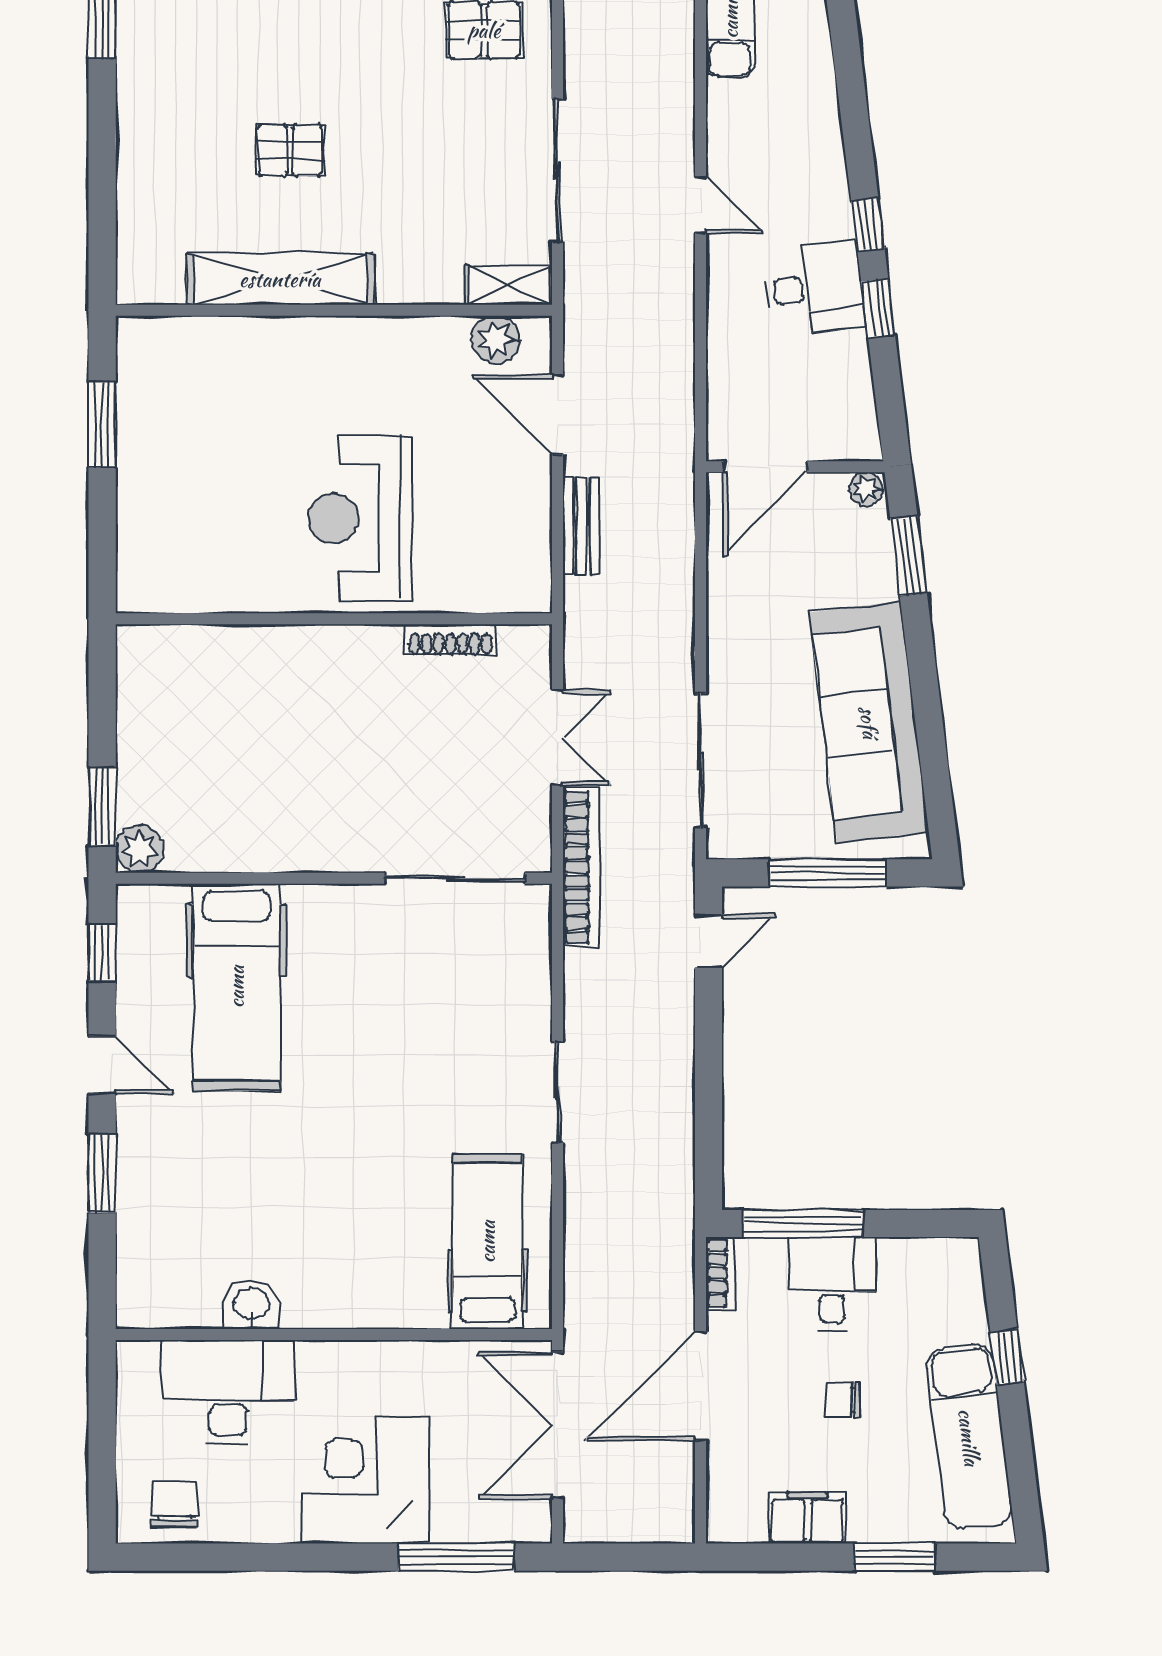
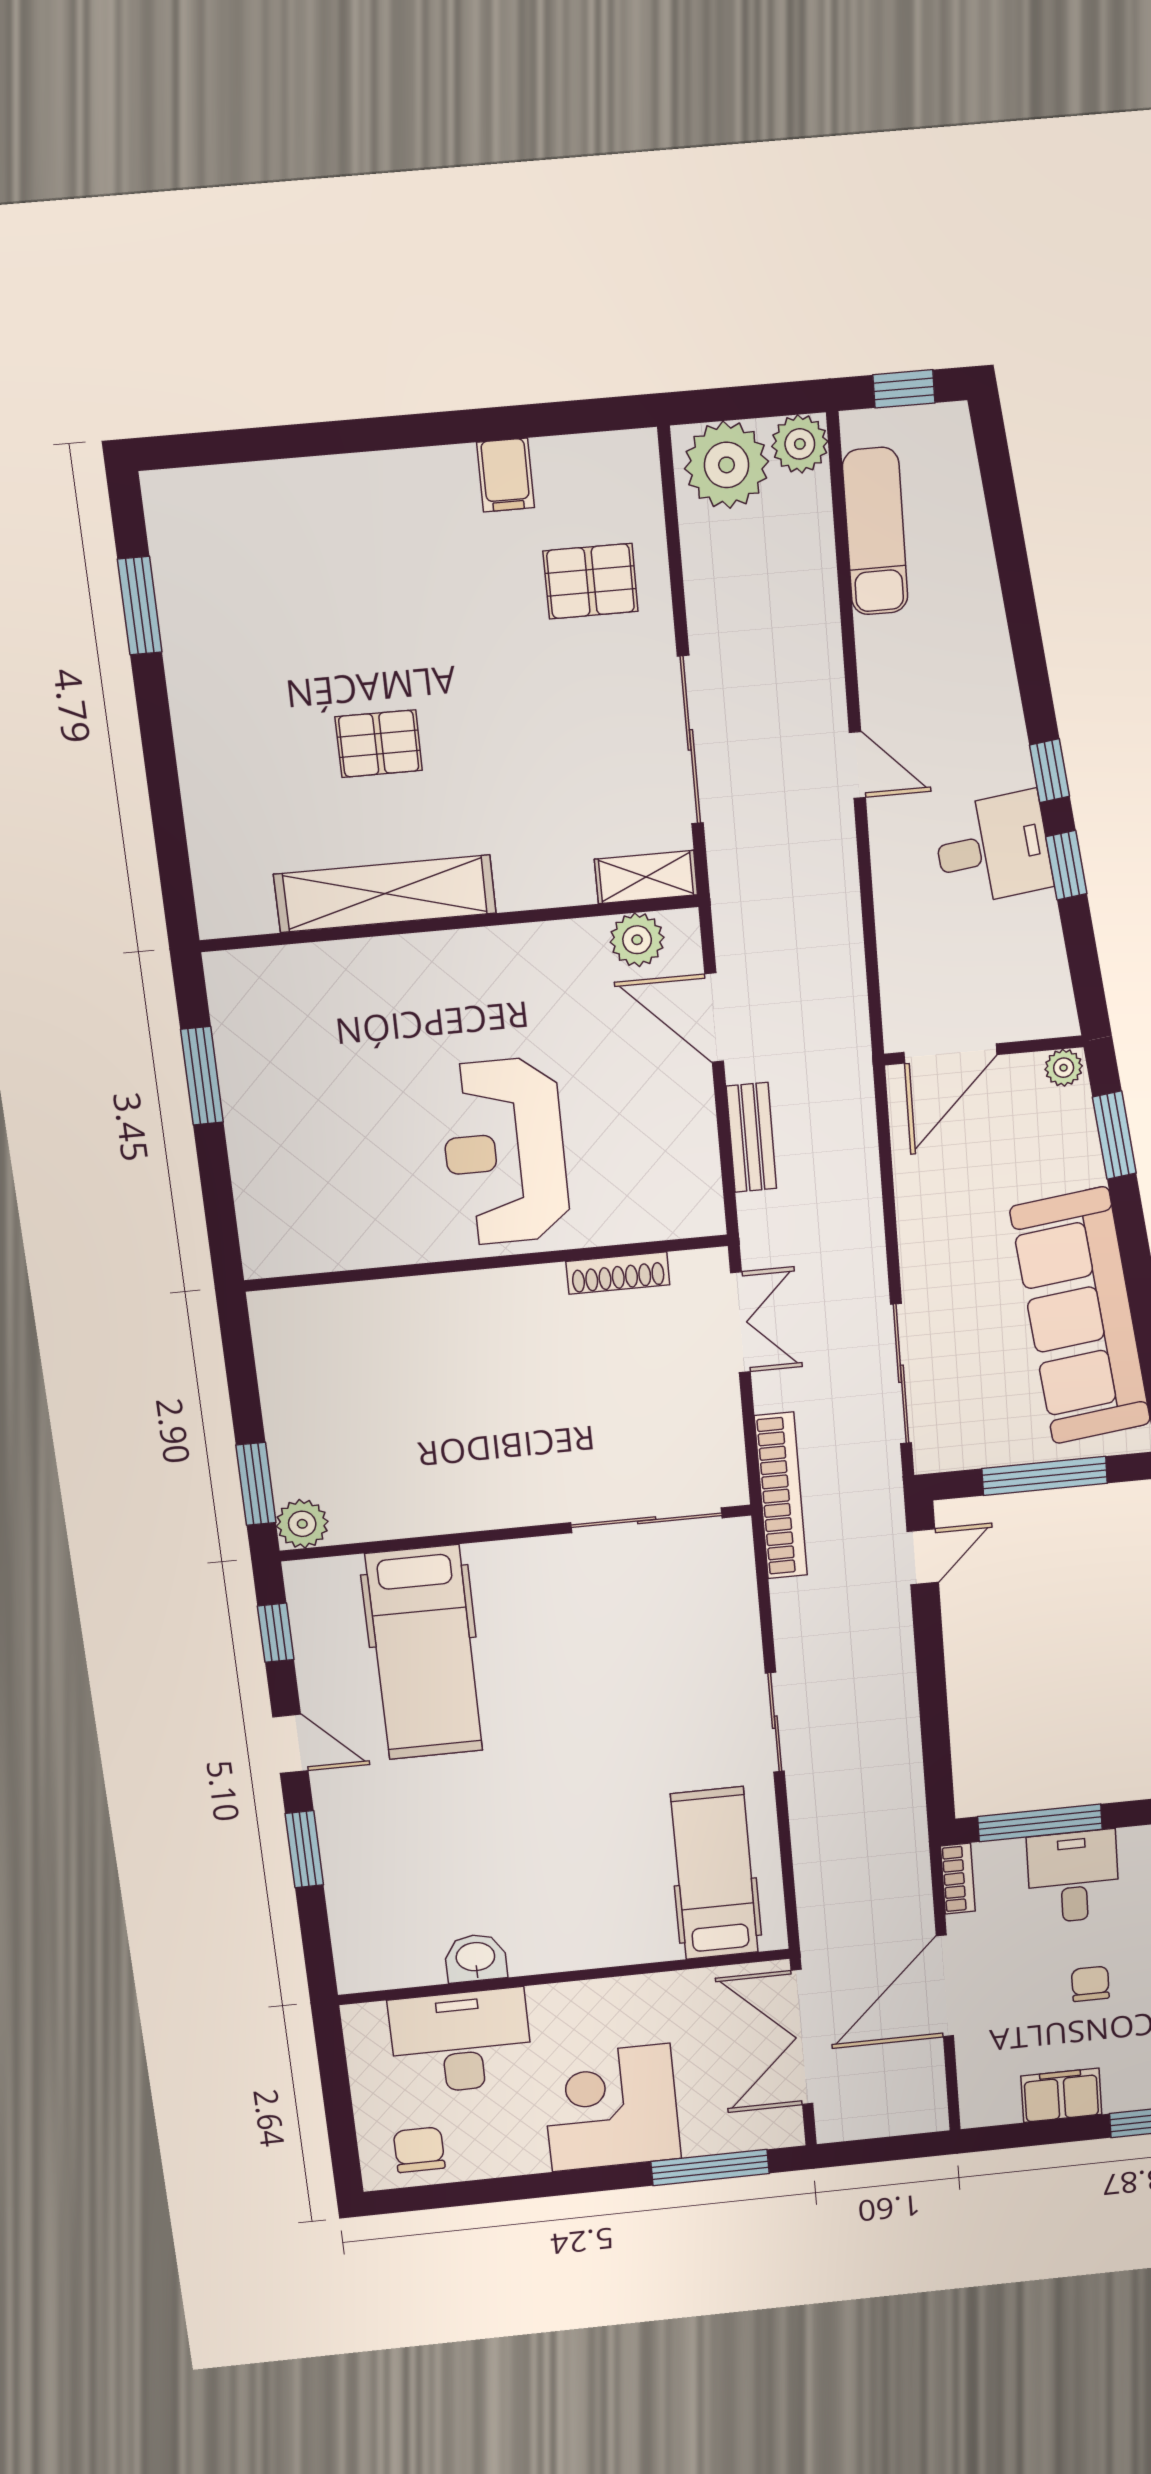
double door: (557, 738) -> (740, 1322), moved
chair: (843, 1400) -> (1090, 1984), turned 90

